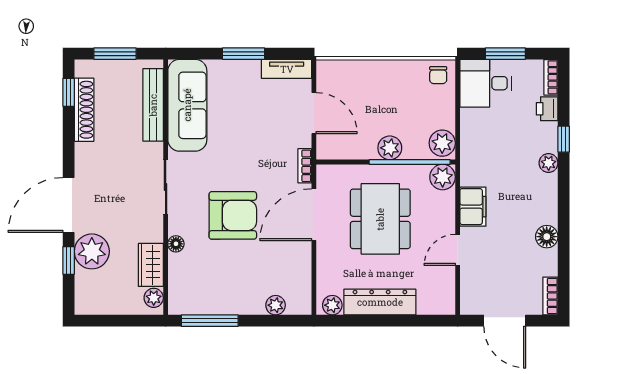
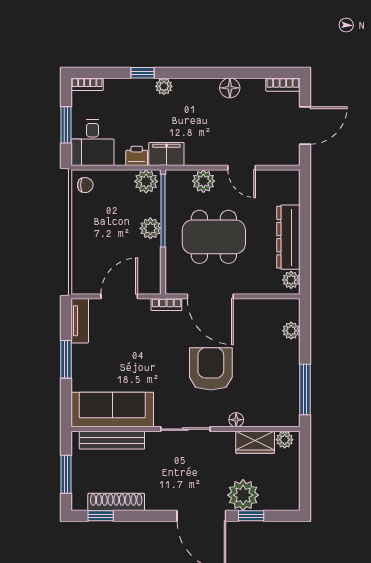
printer: (547, 109) -> (137, 156), moved, turned 180
plant: (443, 177) -> (203, 181), moved
filing cabinet: (473, 207) -> (166, 154), moved

